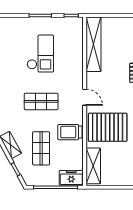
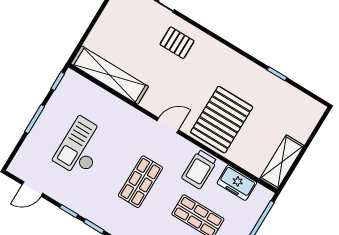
checkout: (40, 54) -> (81, 147), turned -90
shelving: (93, 166) -> (282, 162), moved, turned 90
freezer: (71, 178) -> (237, 183), moved, turned -90

